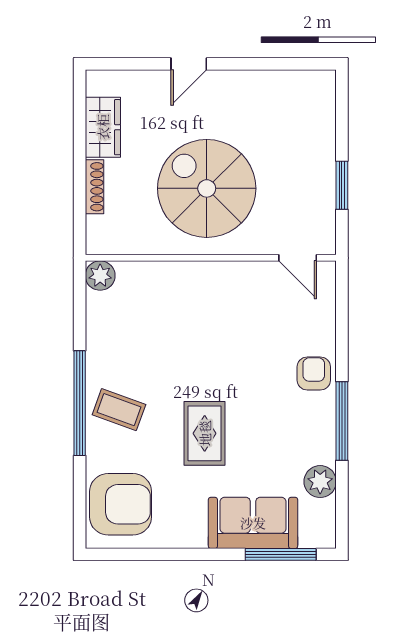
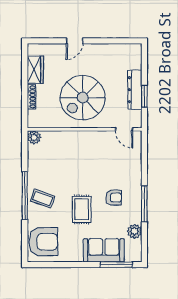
dresser: (321, 171) -> (135, 90), added
spiral stairs: (207, 188) -> (83, 98), turned -90
armchair: (314, 374) -> (114, 198), moved, turned 90

